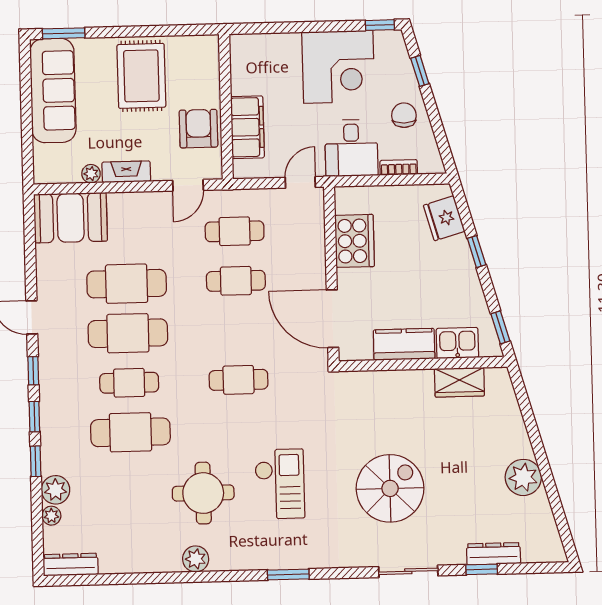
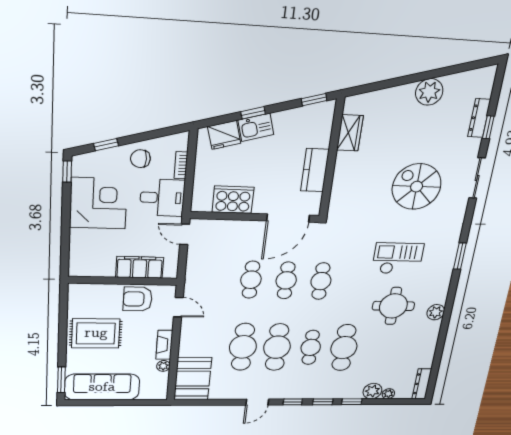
cafe table: (235, 231) -> (286, 280), moved
kitchen sink: (457, 343) -> (256, 127), moved, turned -106

